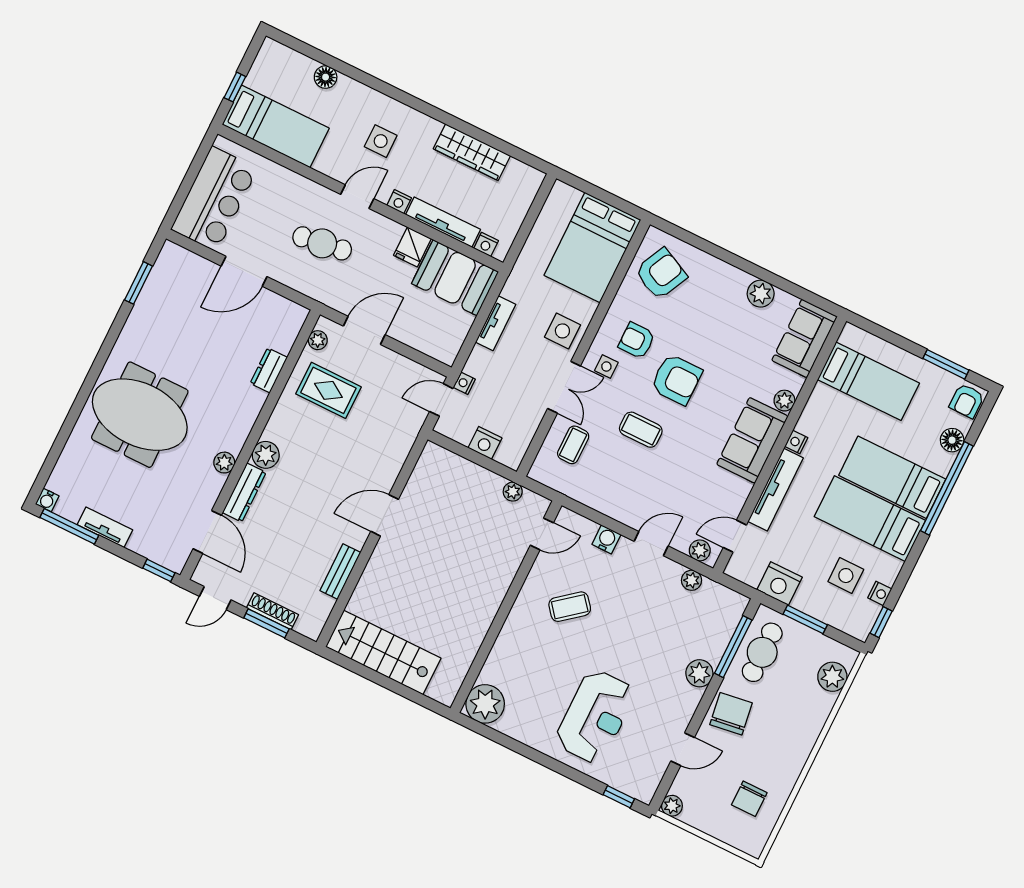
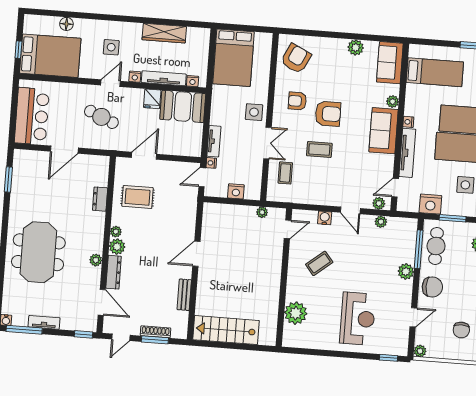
bed: (276, 126) -> (50, 56), width x1.50
cafe table: (322, 243) -> (101, 117), turned 31
bed: (592, 248) -> (233, 58), moved
tv unit: (496, 323) -> (214, 141), moved
plant: (318, 340) -> (116, 232), moved
side table: (606, 367) -> (286, 122), removed
meeting table: (140, 415) -> (38, 252), turned 90
door: (651, 544) -> (350, 210), swing flipped
plant: (485, 704) -> (296, 313), moved
chair: (731, 714) -> (432, 287), turned 98

